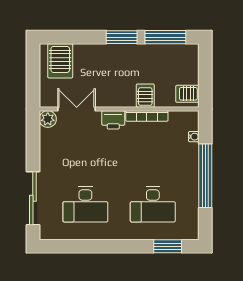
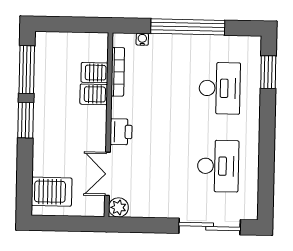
server rack: (187, 94) -> (95, 73), moved, turned 90
bookcase: (147, 116) -> (118, 72), moved

